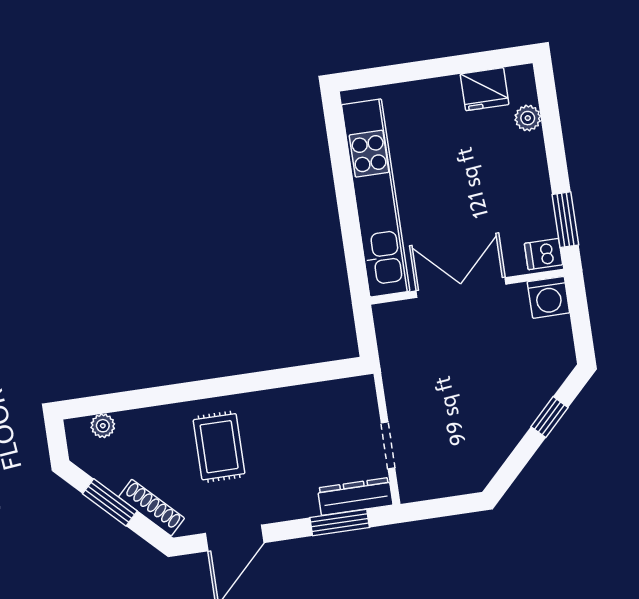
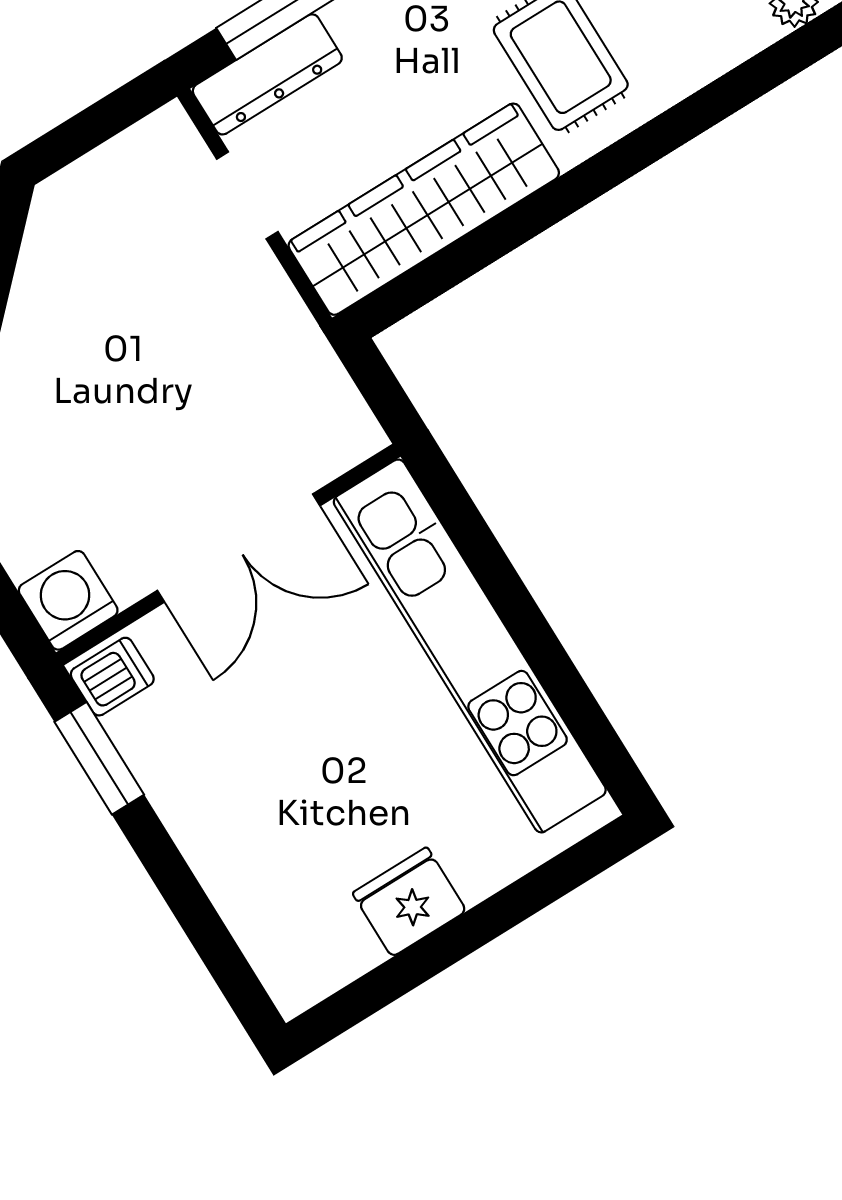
fridge: (485, 89) -> (409, 902), moved
plant: (528, 118) -> (251, 917), removed
wardrobe: (311, 405) -> (424, 209), added

